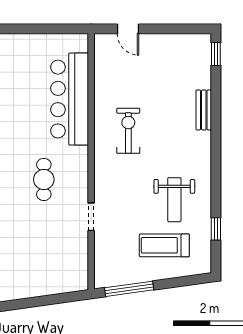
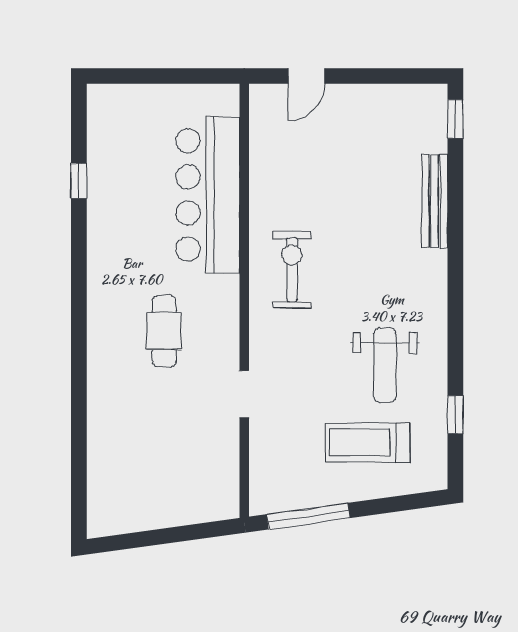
door: (128, 29) -> (306, 76), hinge flipped
bench: (204, 110) -> (435, 201), width x1.36
exercise bike: (128, 131) -> (292, 270), moved

